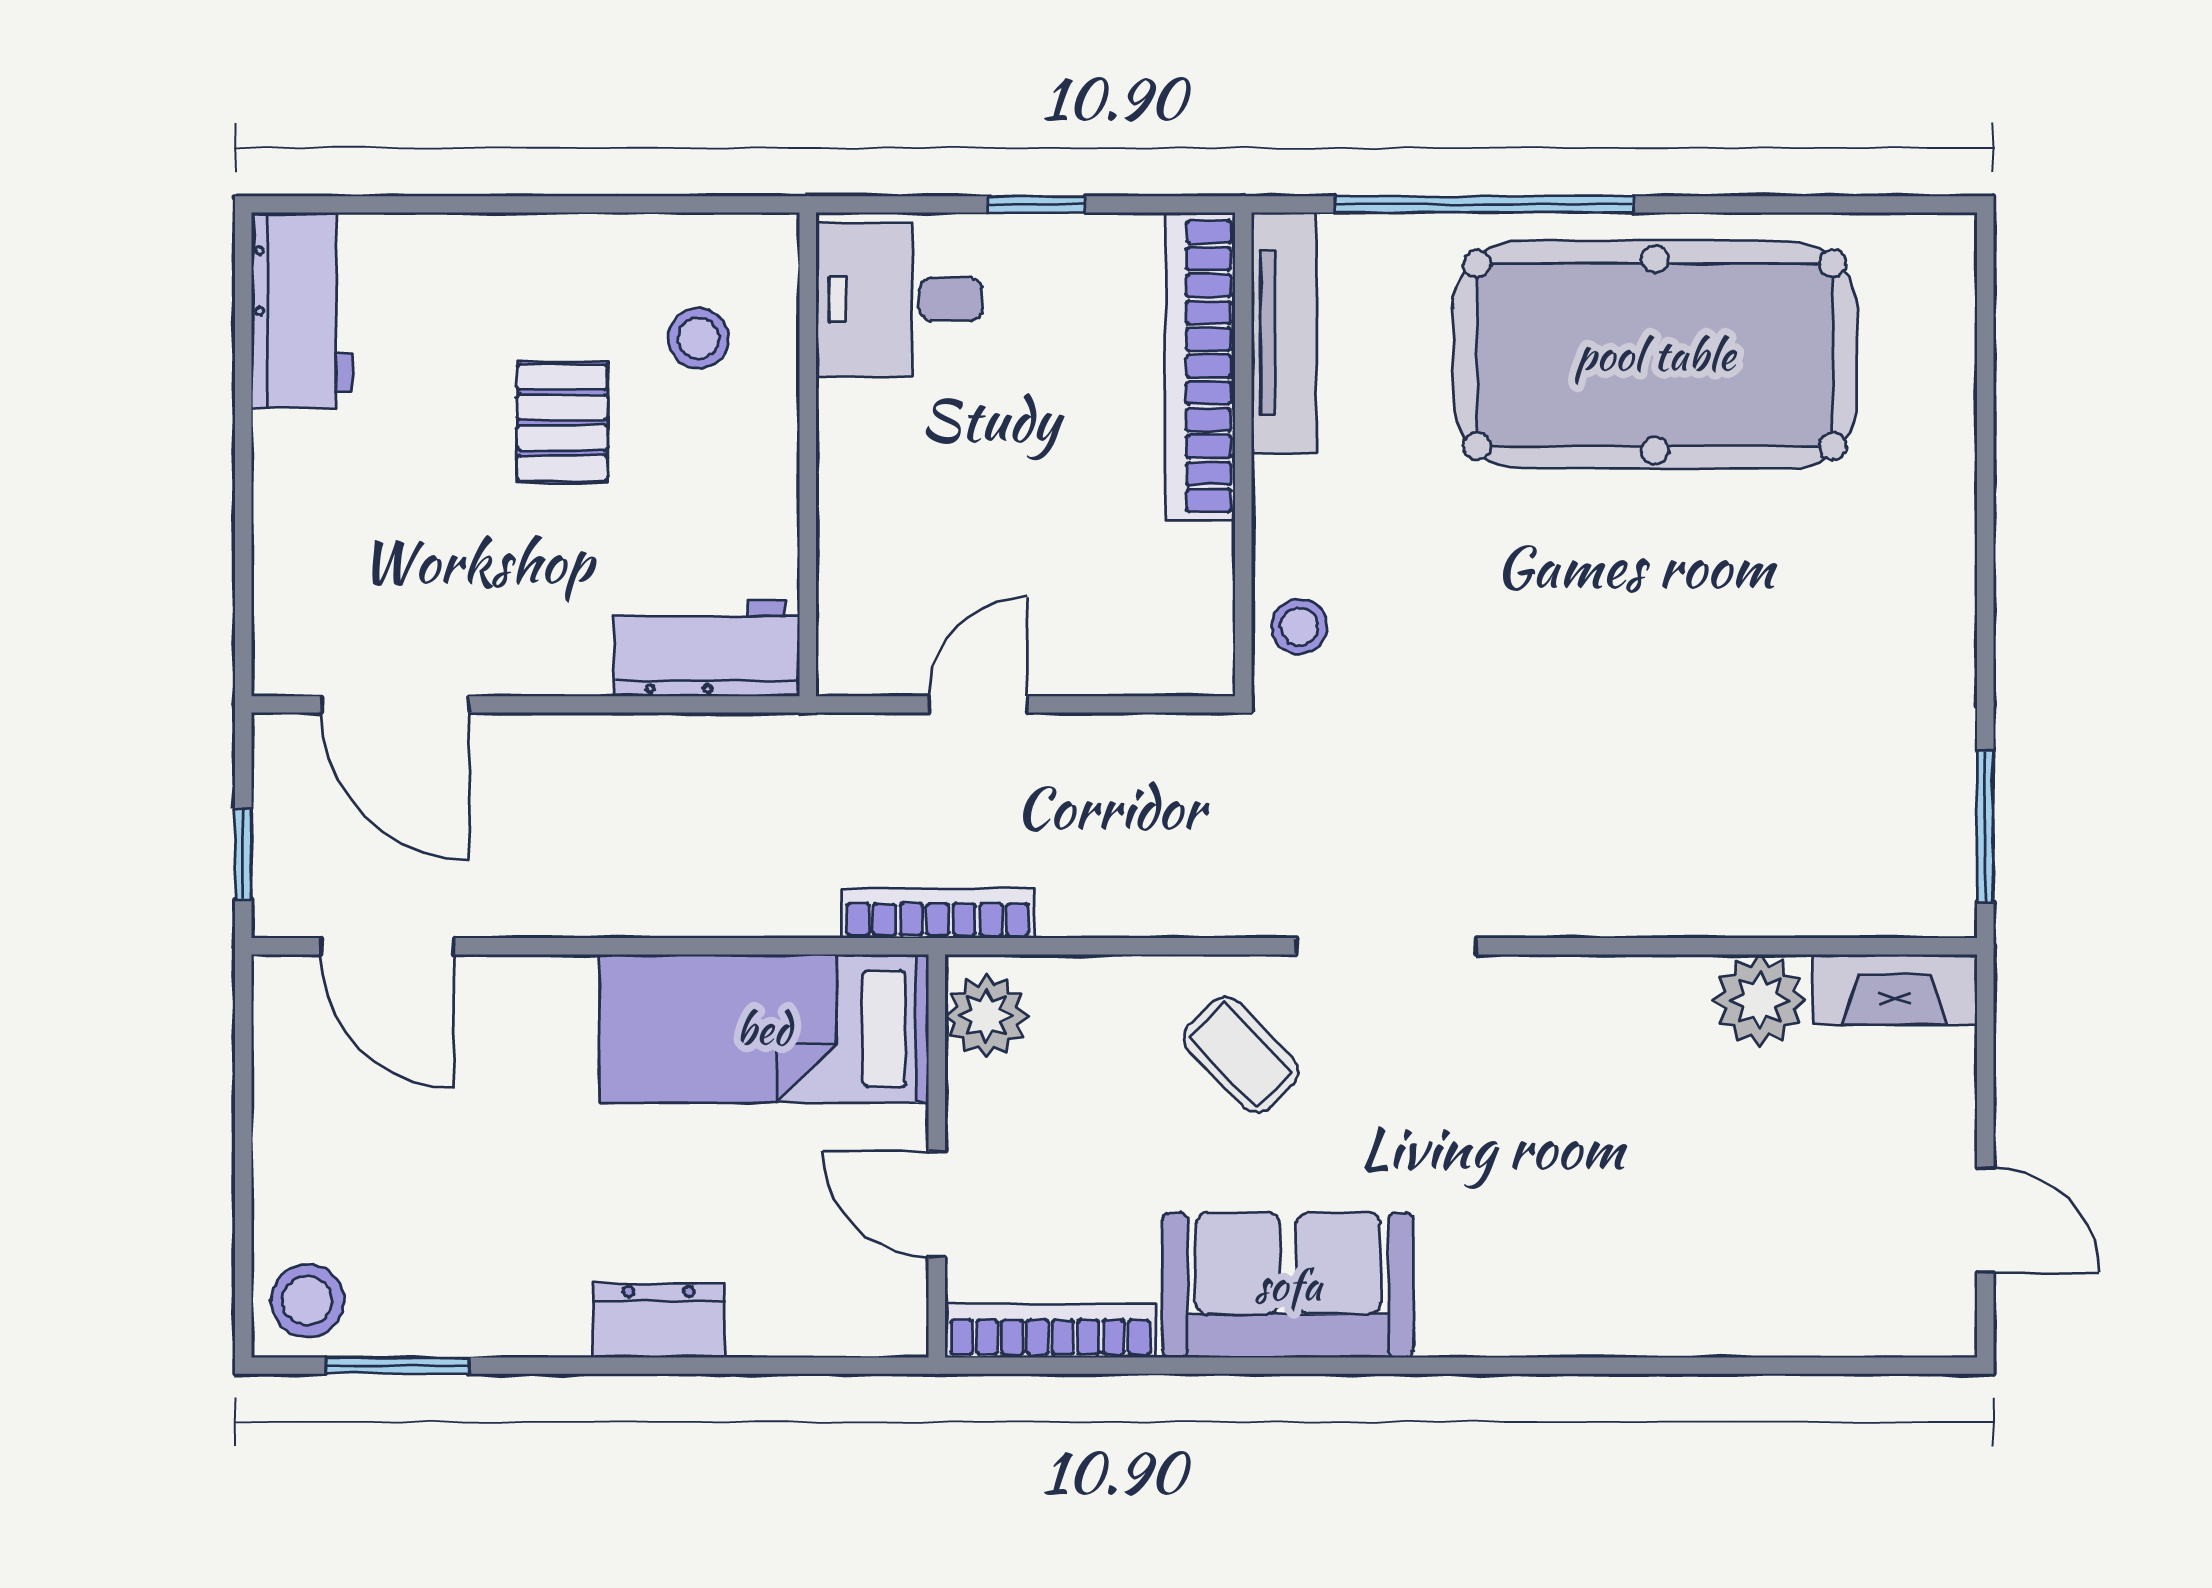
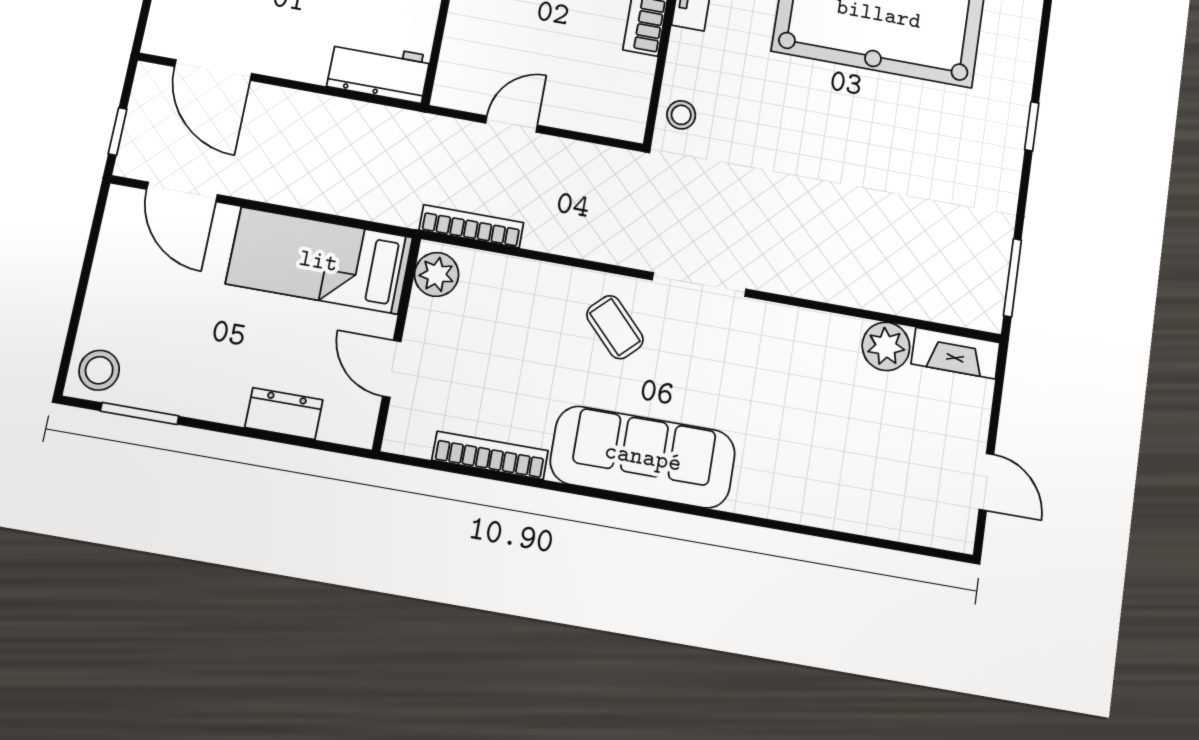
window: (1985, 523) -> (1032, 126), added
plant: (986, 1016) -> (437, 275), moved
bed: (764, 1029) -> (319, 261), moved
wall: (937, 1156) -> (397, 343), moved
door: (937, 1204) -> (392, 369), moved
sofa: (1288, 1285) -> (643, 457), width x1.36

